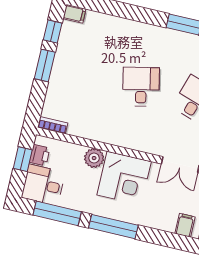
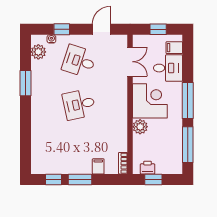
filing cabinet: (74, 14) -> (98, 166), moved
desk: (43, 185) -> (168, 68), moved, turned -90

